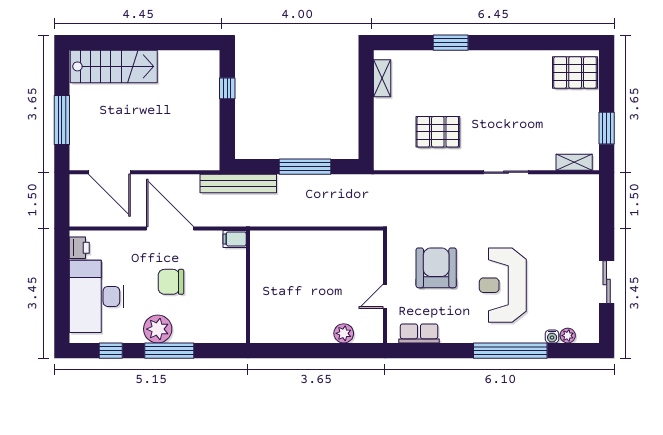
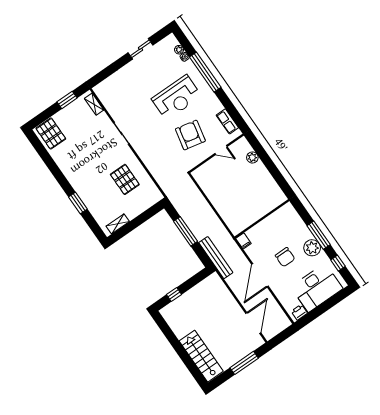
armchair: (436, 268) -> (190, 135), turned 102

